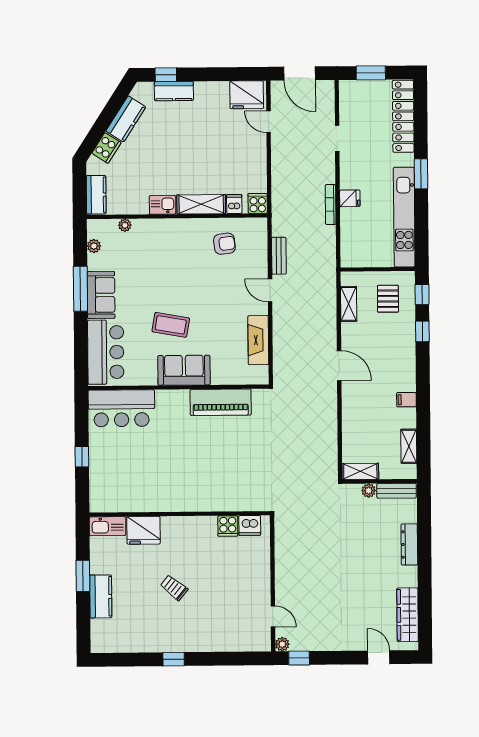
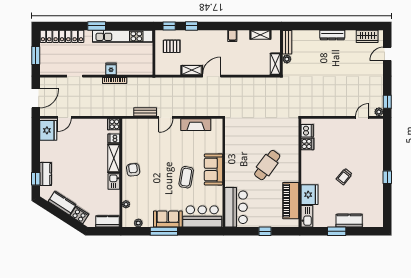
armchair: (224, 244) -> (133, 170), moved
shelving: (349, 304) -> (192, 70), moved
piano: (221, 402) -> (291, 201), moved, turned 180
cafe table: (192, 459) -> (267, 165), added
dresser: (409, 544) -> (332, 35), moved
wardrobe: (408, 615) -> (367, 36), width x0.67

